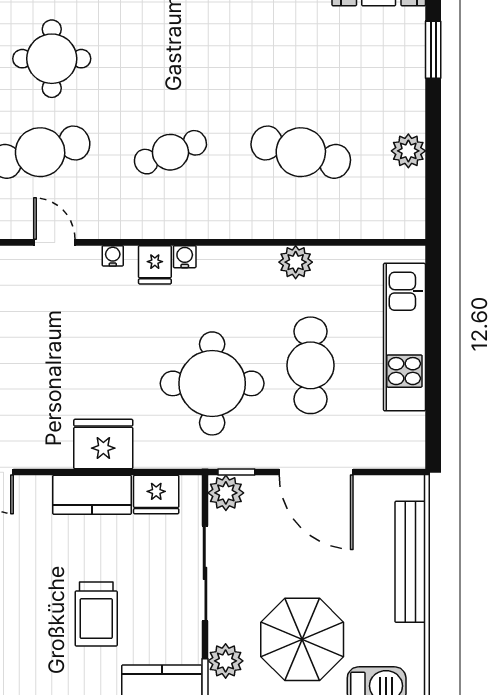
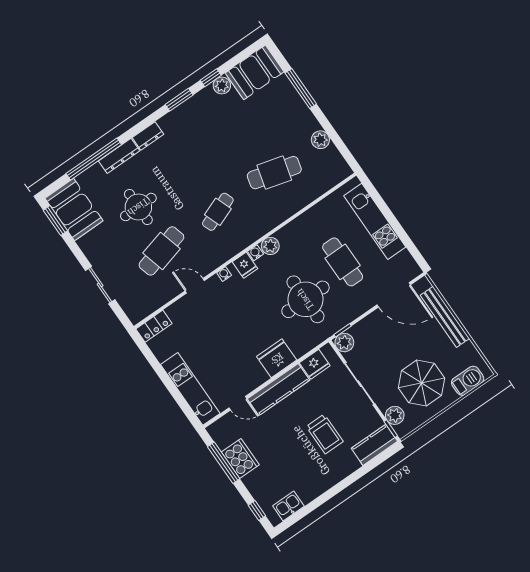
window: (433, 50) -> (301, 88), width x1.44
plant: (296, 262) -> (270, 246), moved
door: (316, 472) -> (394, 295), moved
kitchen counter: (92, 495) -> (278, 390), width x1.50

